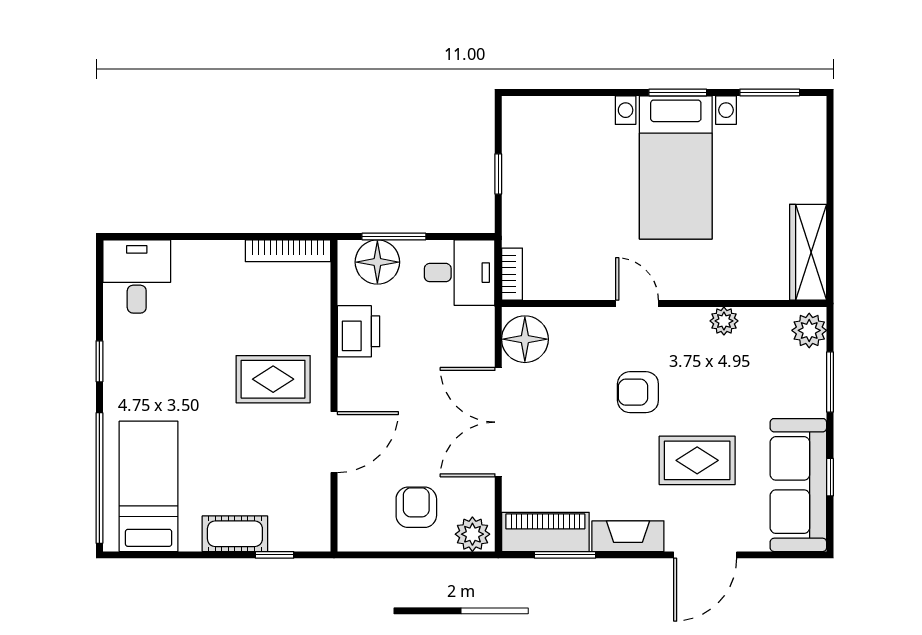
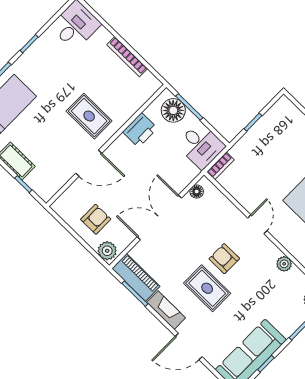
bookcase: (288, 251) -> (127, 57), moved
floor lamp: (525, 339) -> (197, 192), width x0.53, depth x0.53
rug: (697, 460) -> (207, 288), moved

